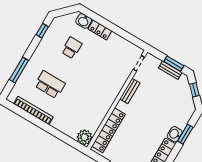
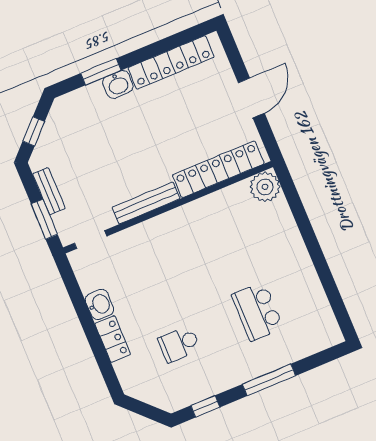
washbasin: (84, 21) -> (100, 304), moved
window: (174, 64) -> (44, 219), moved
window: (19, 70) -> (269, 380), moved
bench: (130, 91) -> (146, 203), width x1.36
bookcase: (33, 110) -> (314, 290), removed

